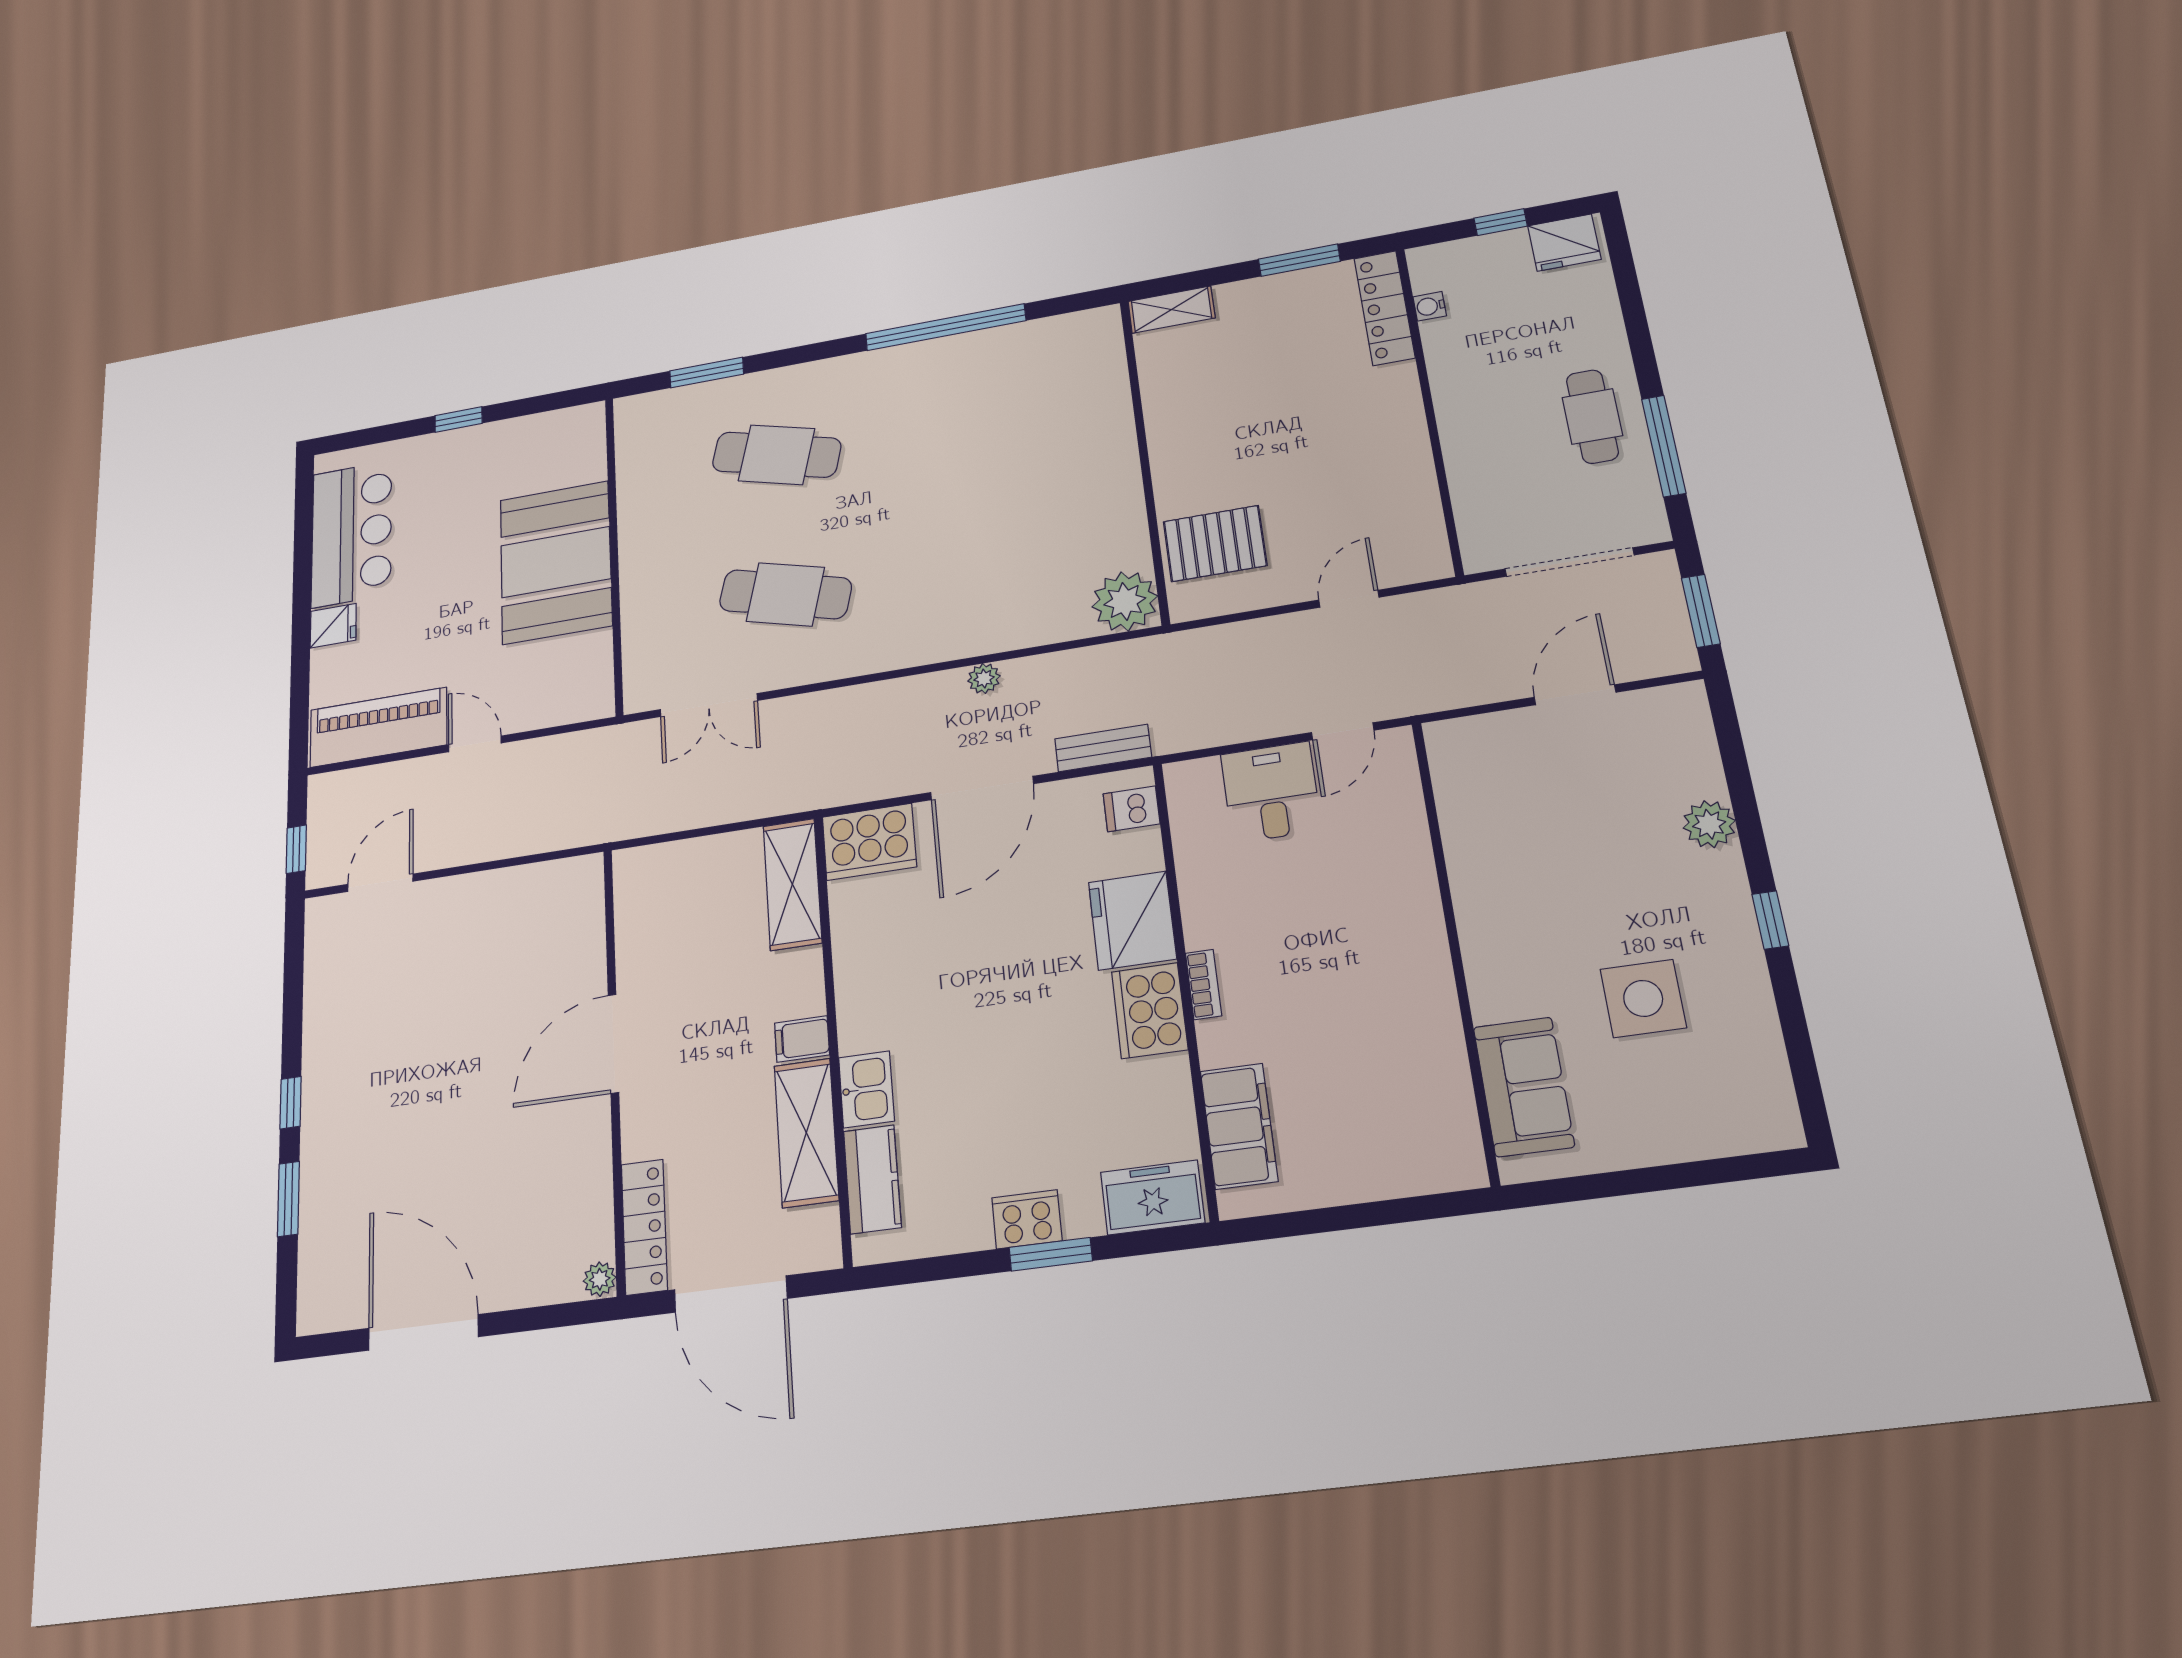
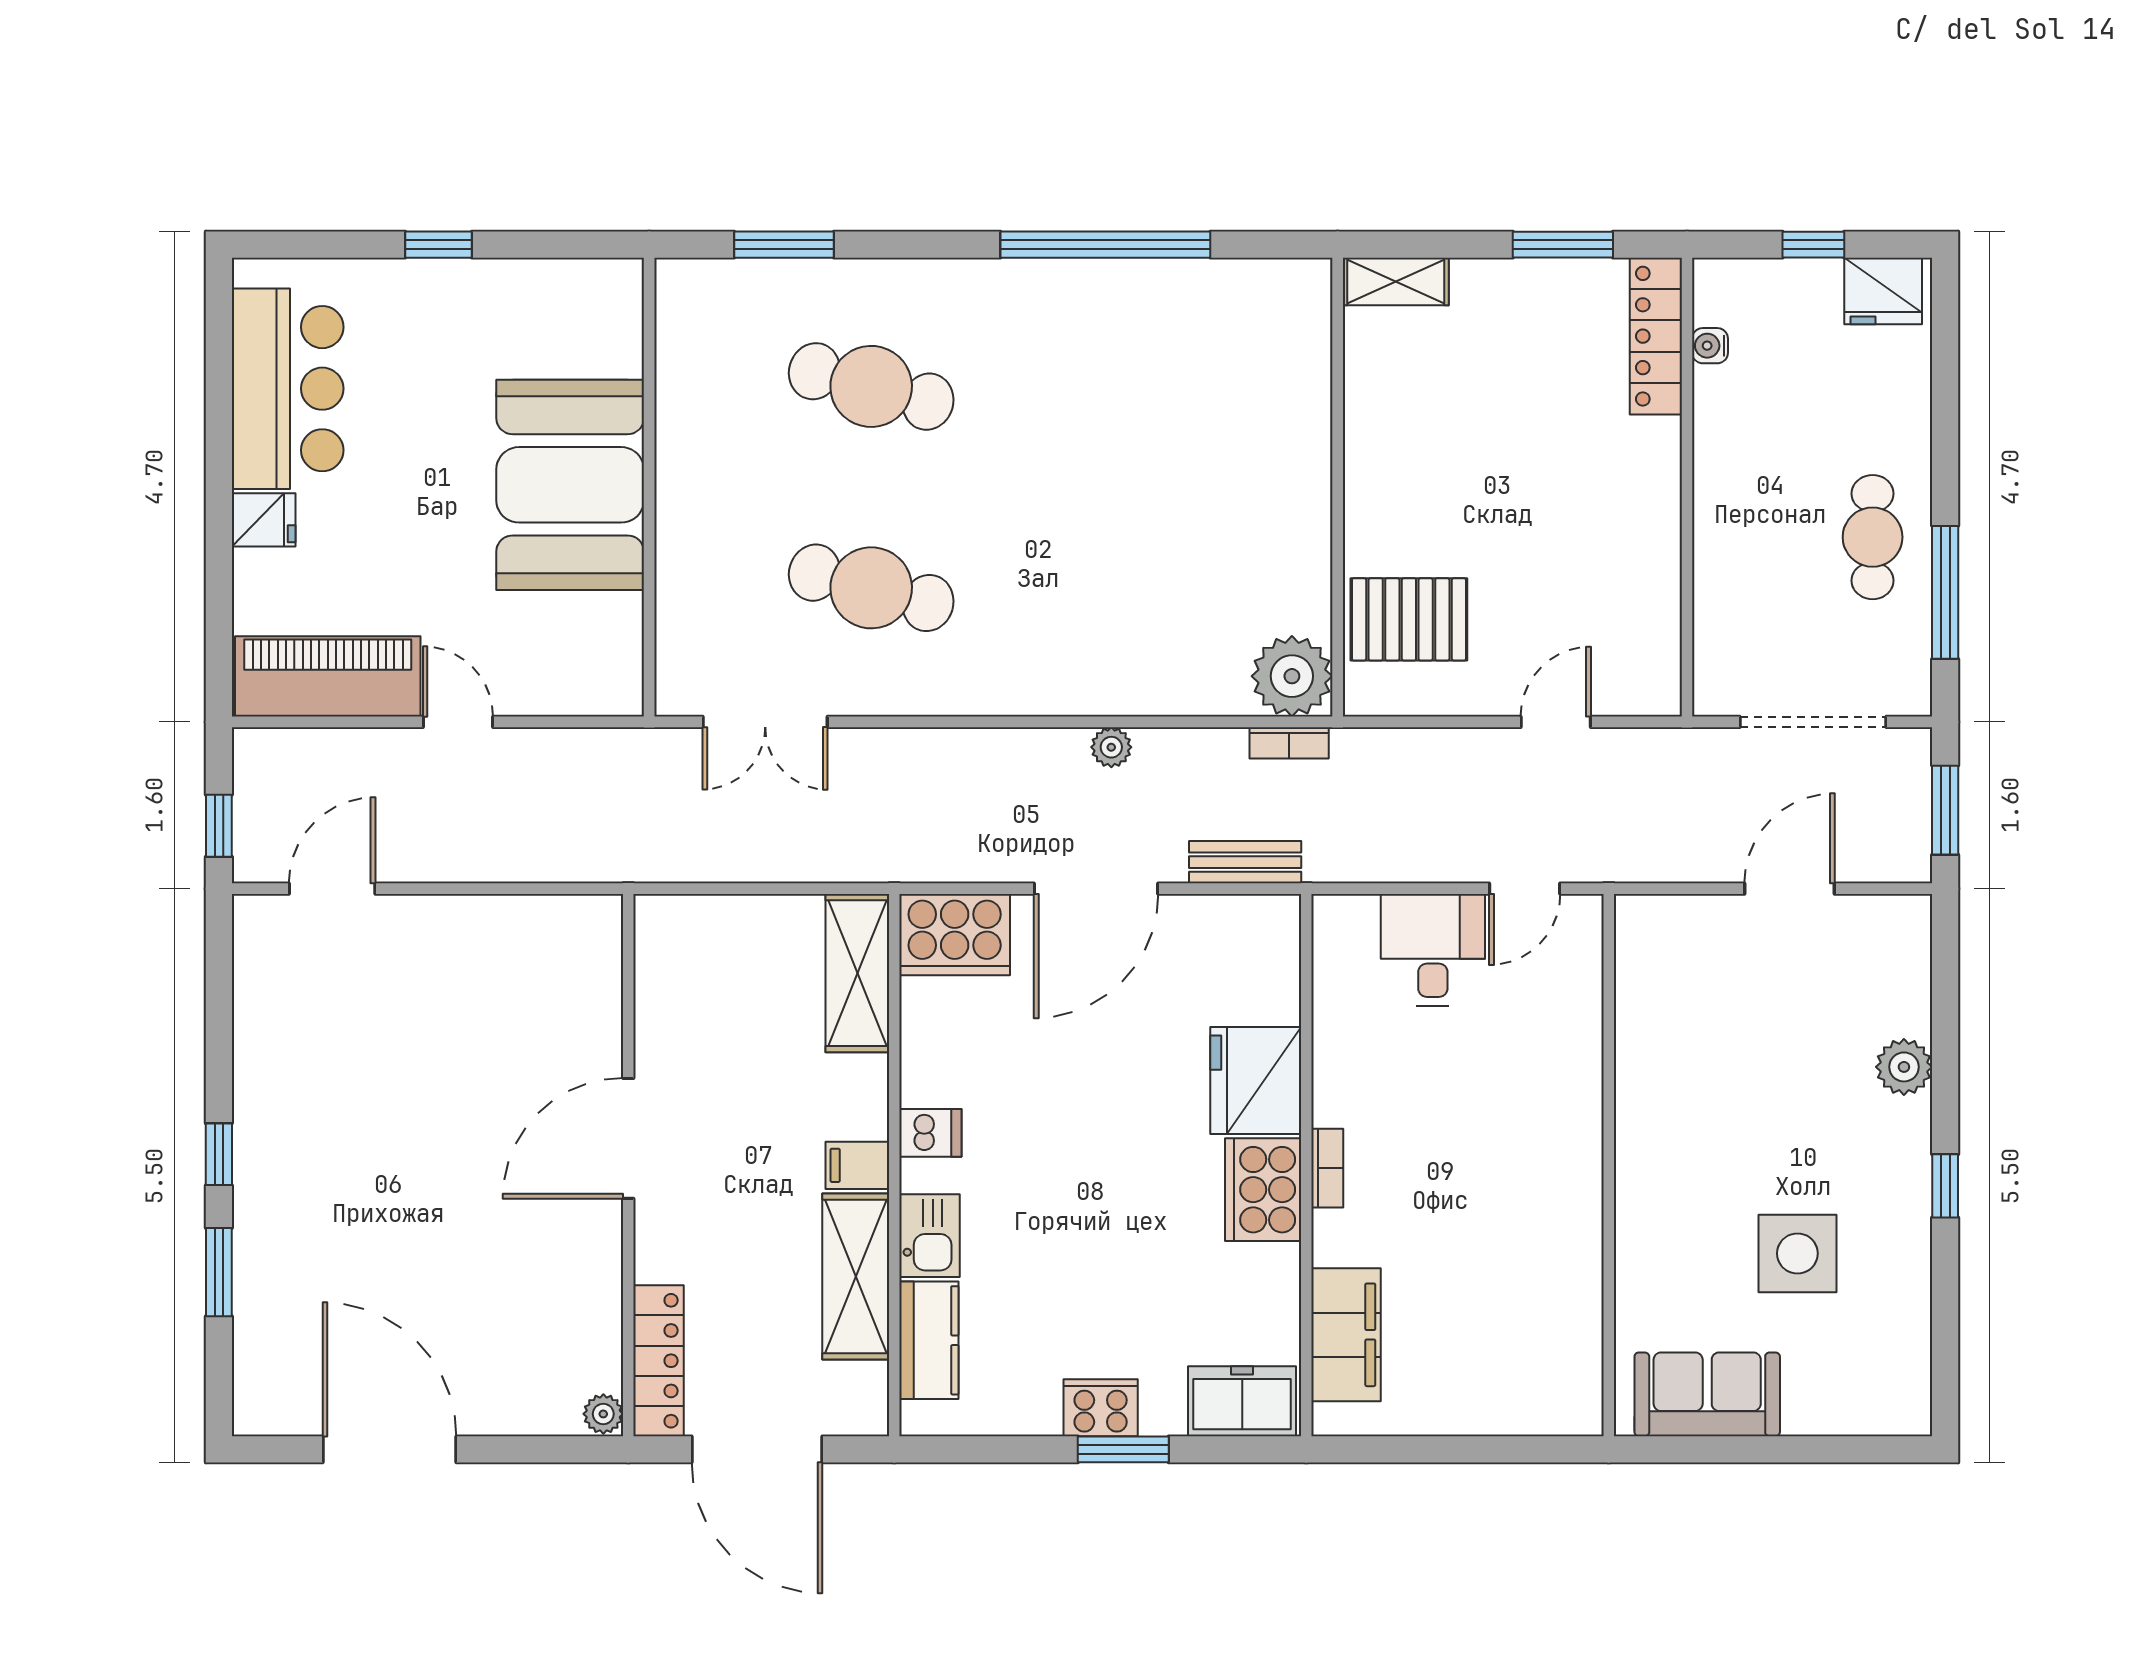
bookcase: (1129, 651) -> (1289, 743), added
dishwasher: (1132, 809) -> (930, 1133), moved, turned 180
sofa: (1524, 1087) -> (1707, 1394), moved, turned -90

